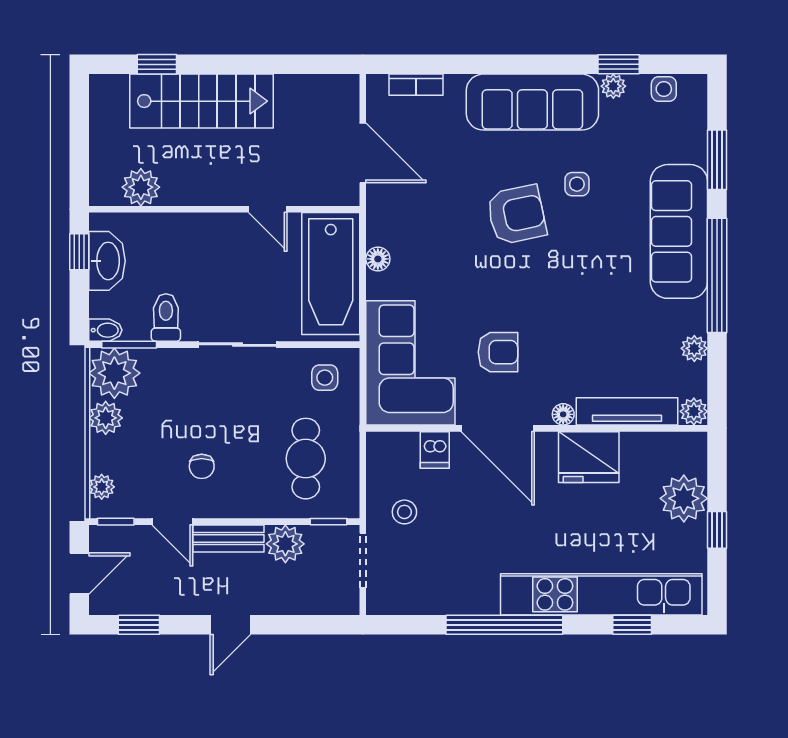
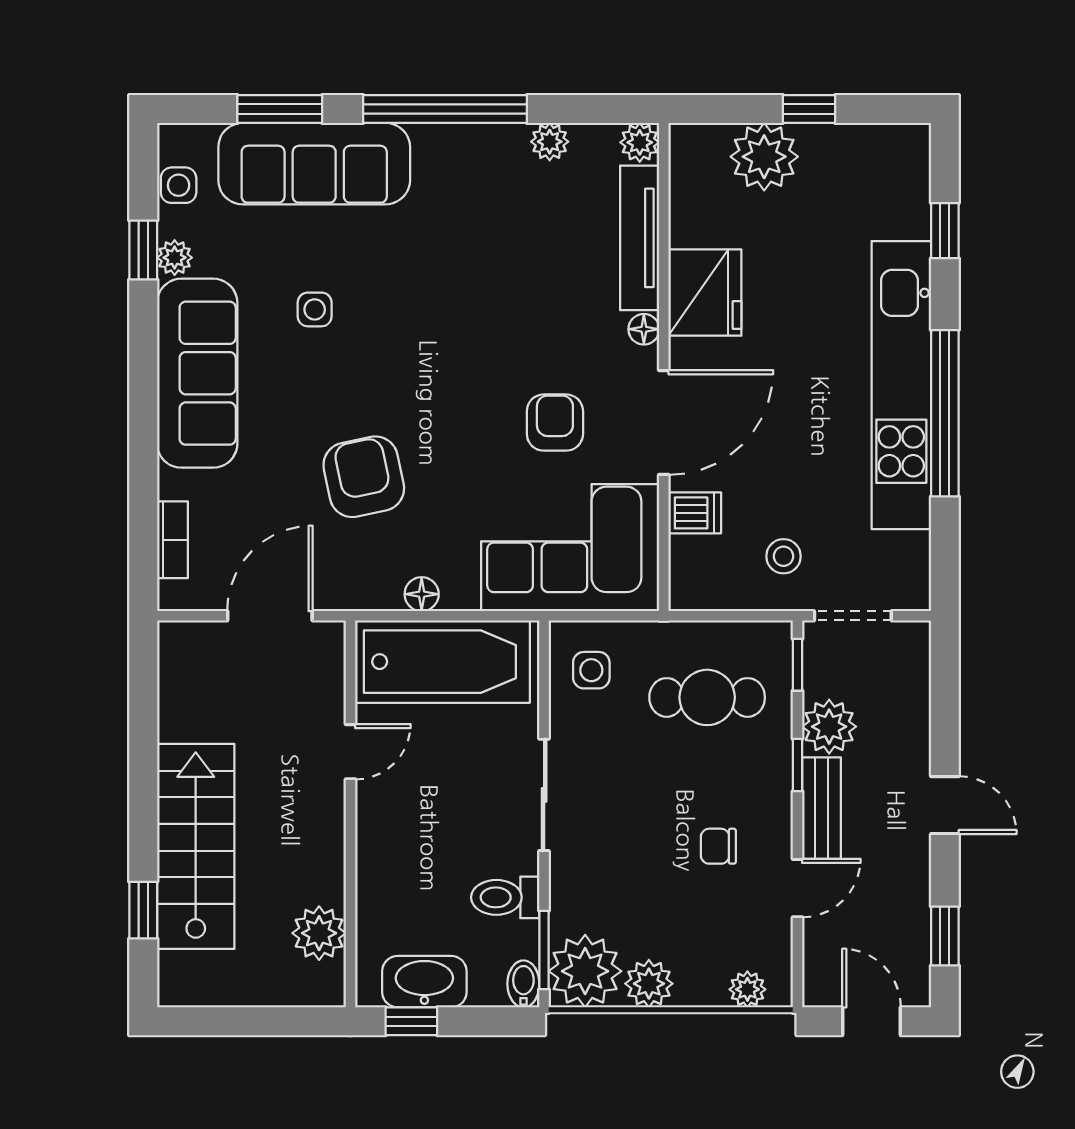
armchair: (516, 215) -> (364, 477), moved
sofa: (679, 231) -> (314, 164), moved
chair: (202, 466) -> (718, 846), turned 180
window: (116, 522) -> (797, 765), moved
kitchen unit: (601, 594) -> (901, 385), moved

